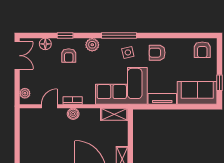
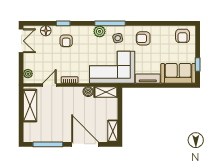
plant: (92, 45) -> (100, 31), moved
boiler: (73, 114) -> (88, 92), moved
shelving: (27, 130) -> (30, 106), added

